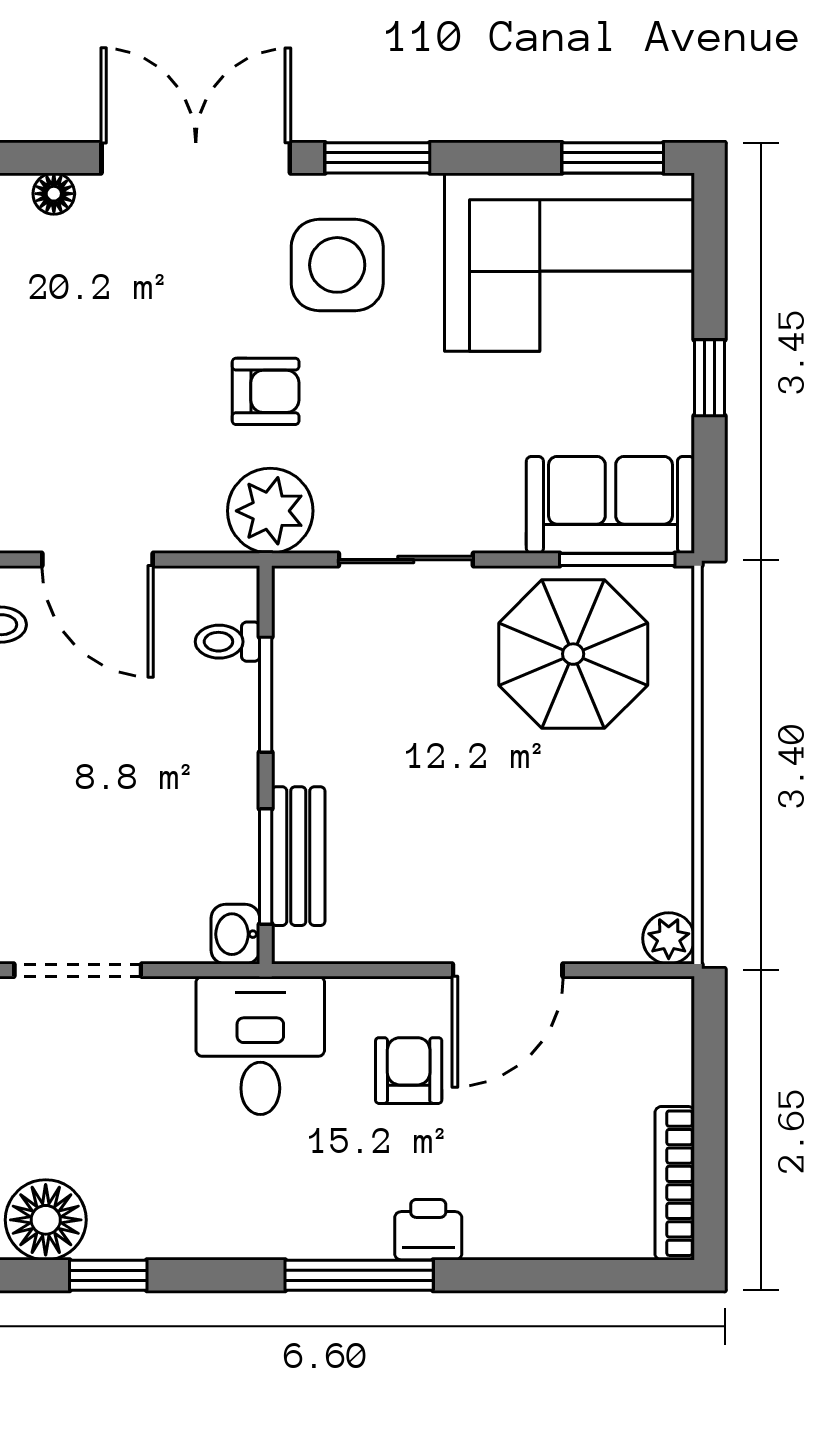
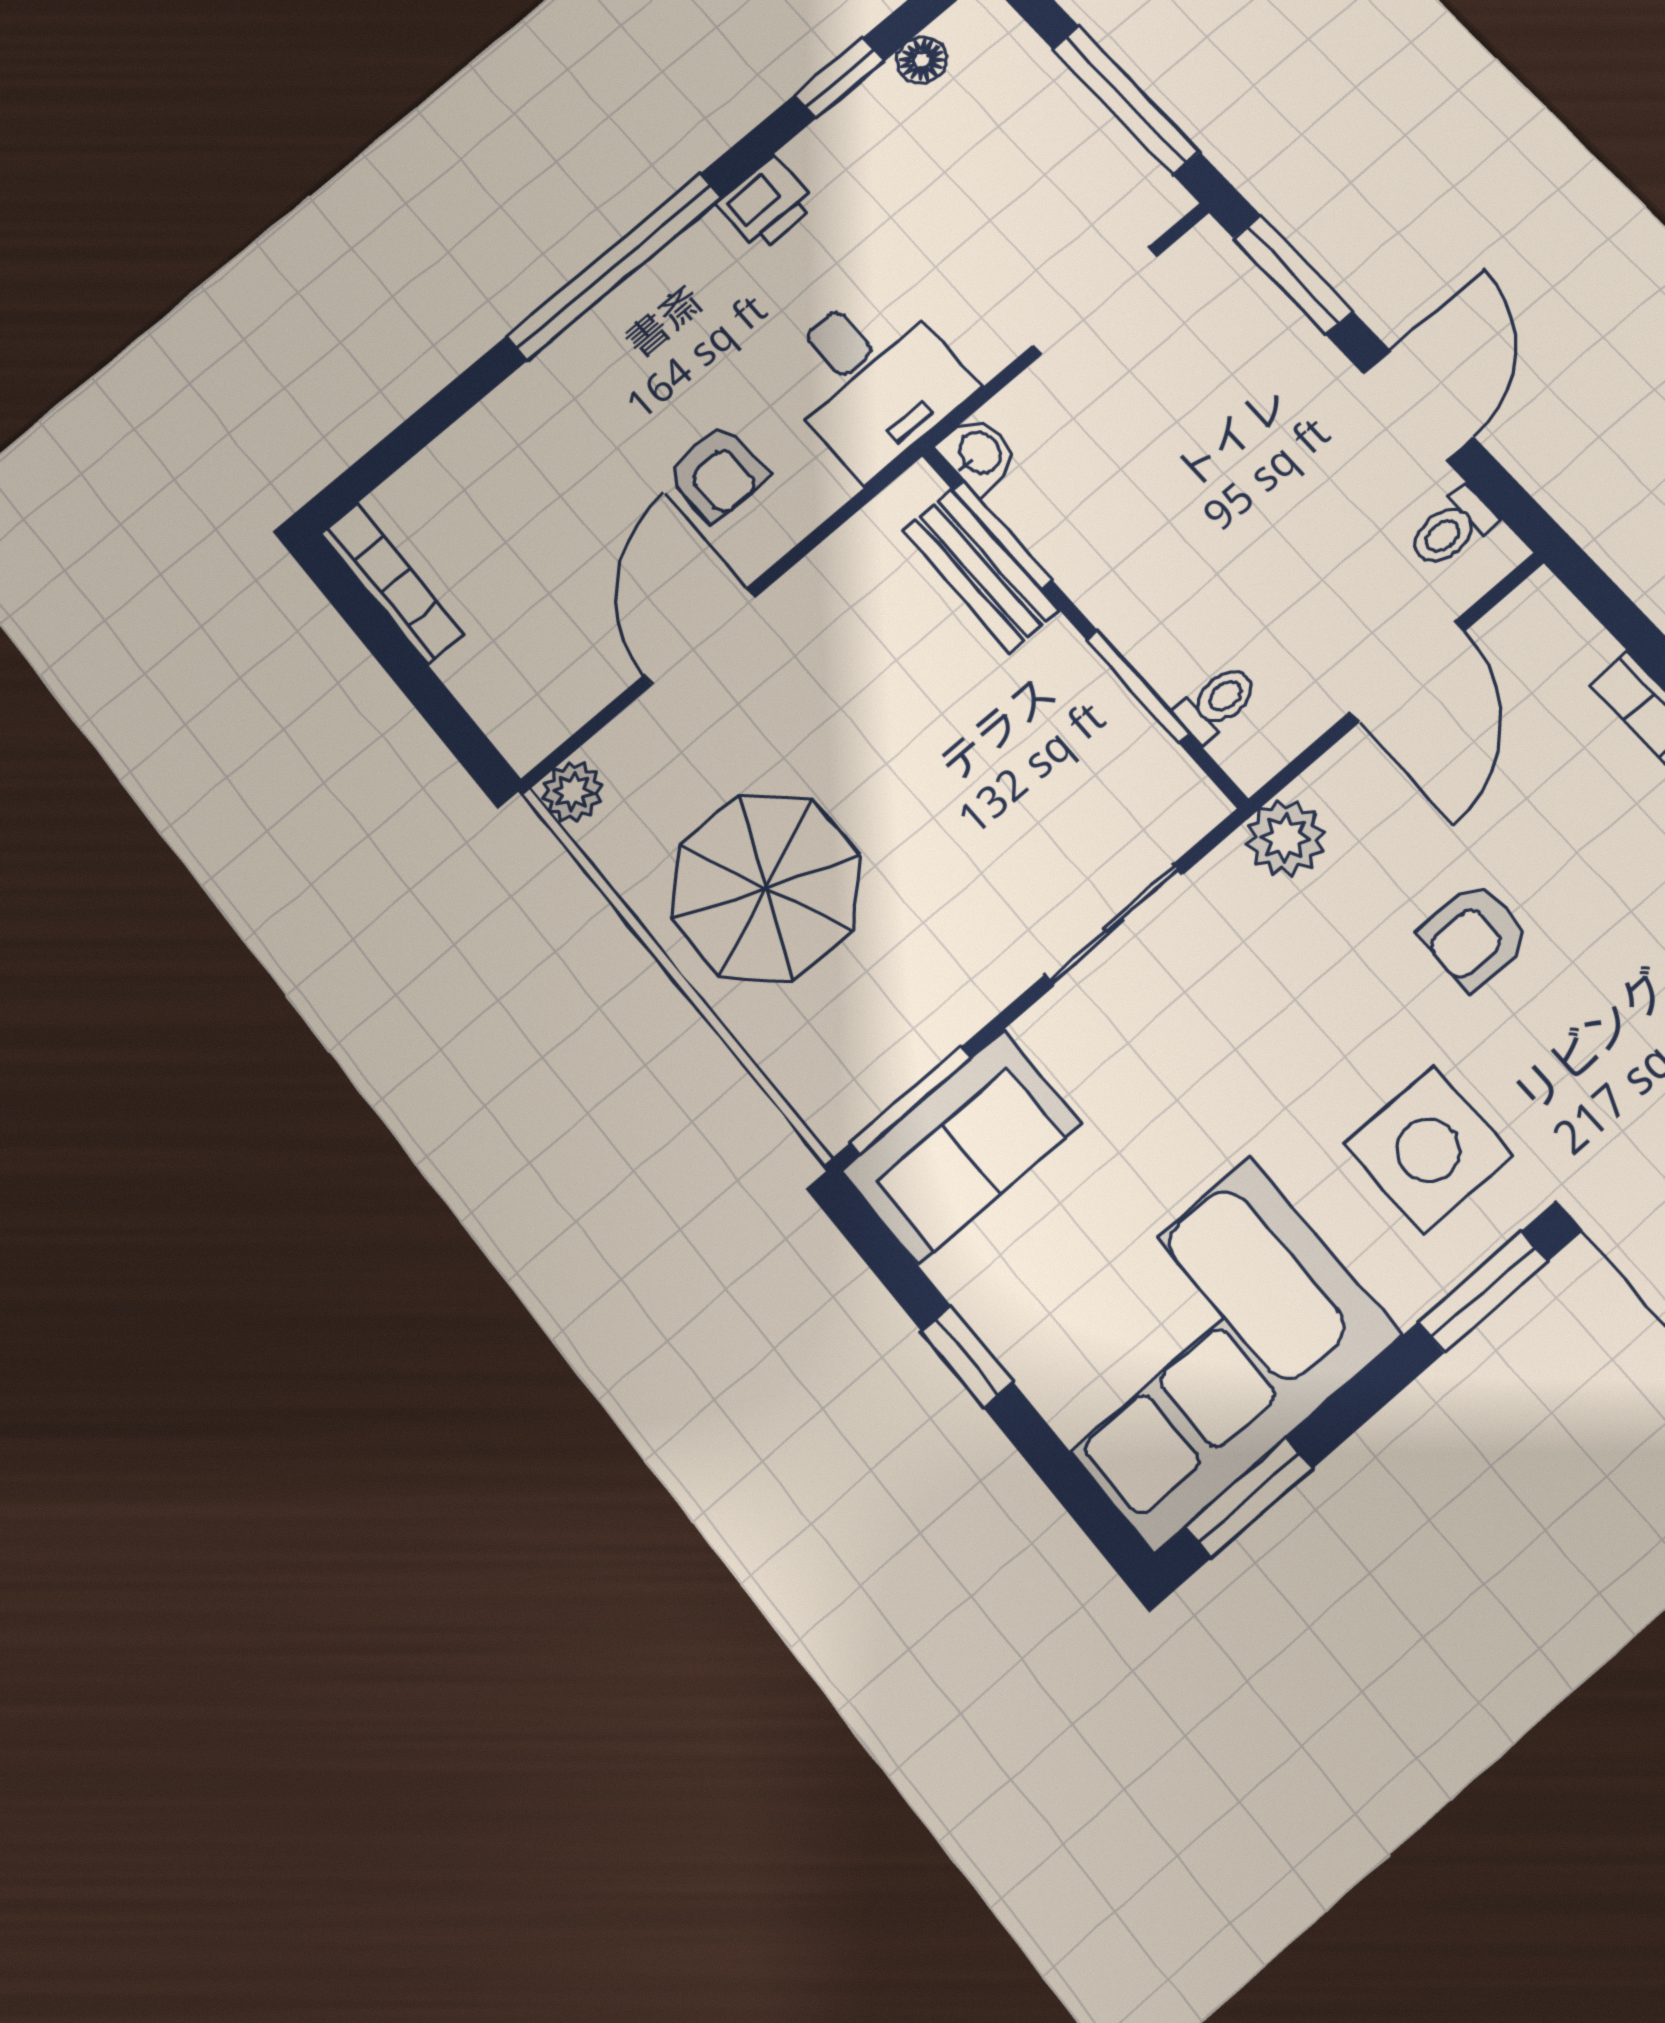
armchair: (266, 391) -> (1475, 936), moved
plant: (270, 511) -> (1285, 838), width x0.73, depth x0.73
door: (98, 560) -> (1407, 672), swing flipped
parasol: (573, 654) -> (766, 888), moved
floor lamp: (46, 1220) -> (922, 60), width x0.53, depth x0.53
printer: (428, 1230) -> (766, 203), moved
window: (359, 1275) -> (615, 266), width x1.46

